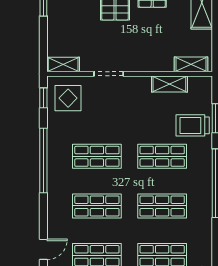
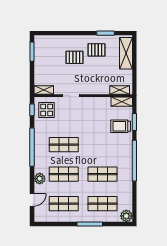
shelving: (169, 84) -> (122, 102), moved
shop shelf: (162, 156) -> (103, 145), removed
plant: (56, 213) -> (40, 179), added

